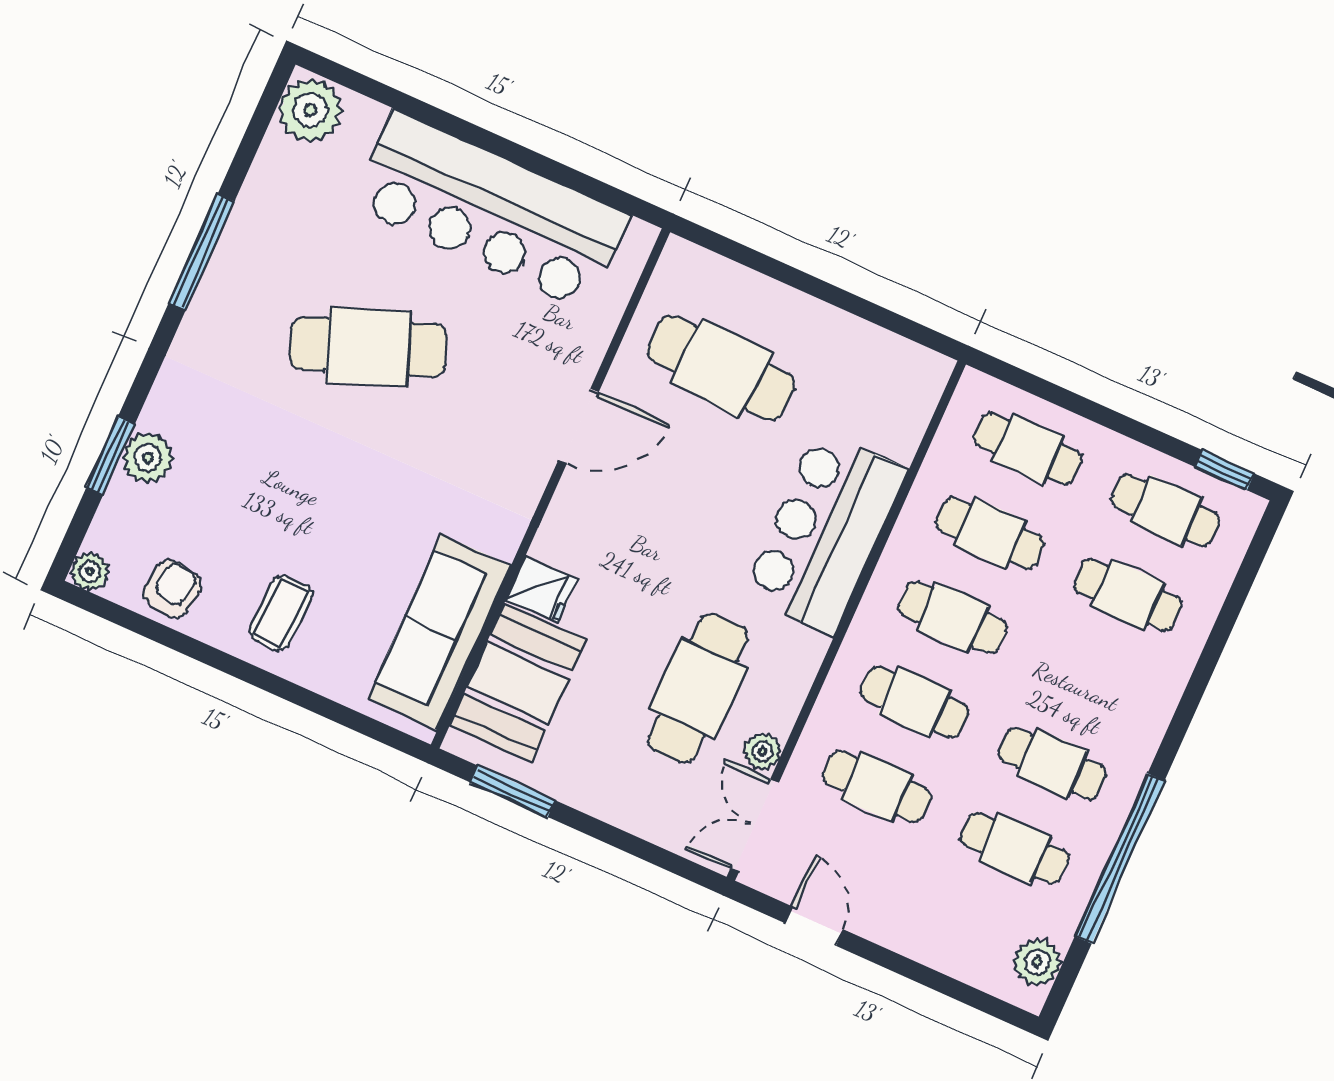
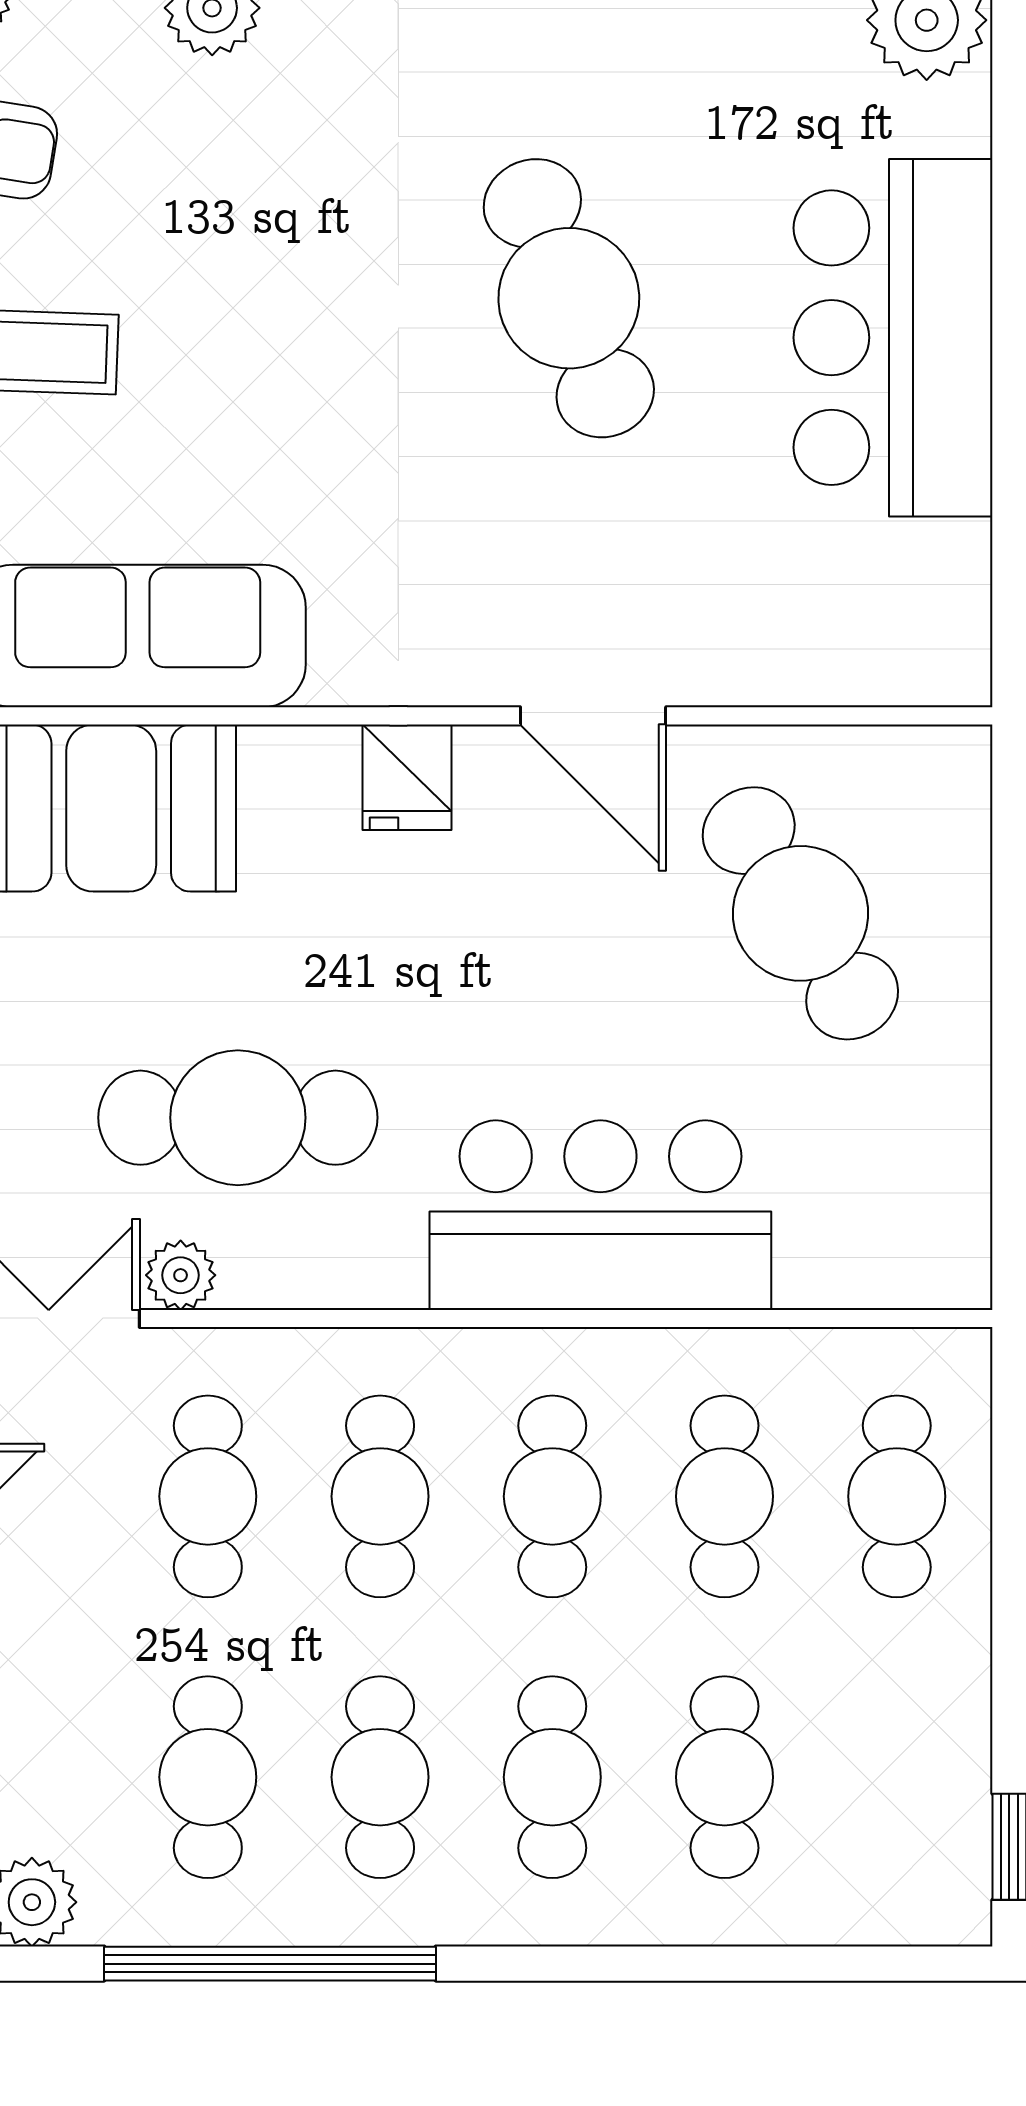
bar counter: (491, 210) -> (893, 338), width x0.73
cafe table: (721, 368) -> (800, 913), turned -35
cafe table: (1166, 510) -> (552, 1777), moved
fridge: (541, 590) -> (407, 777), moved

